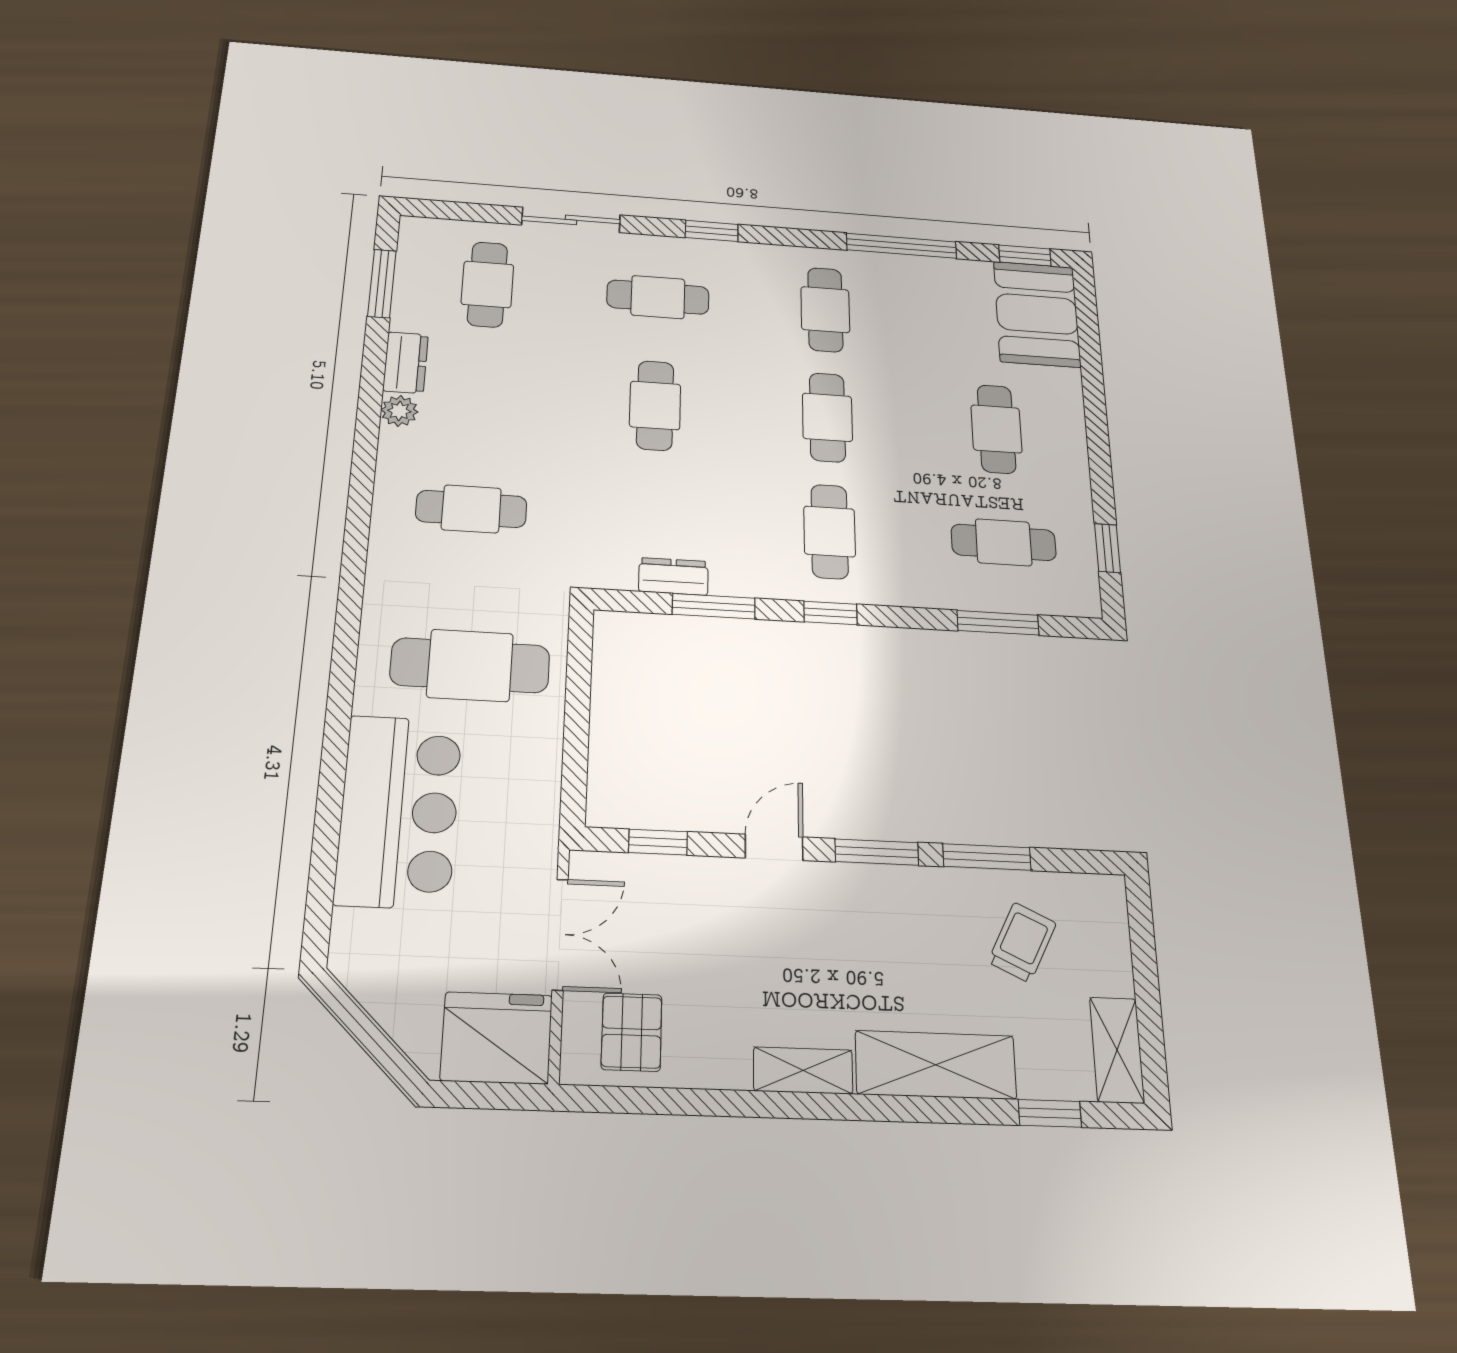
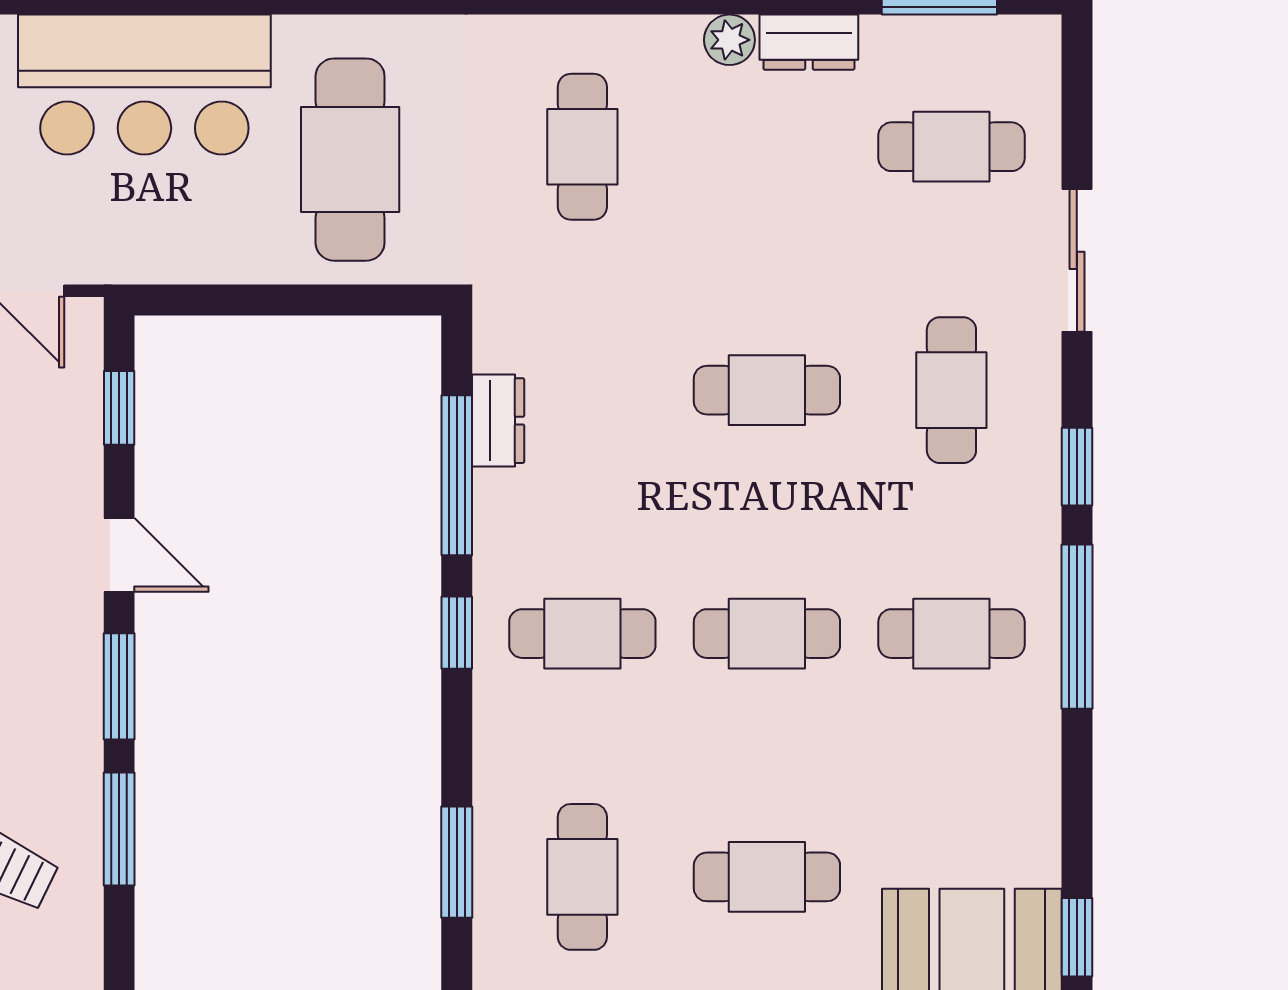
window: (902, 246) -> (1077, 627), moved
window: (714, 606) -> (457, 475), width x1.44

